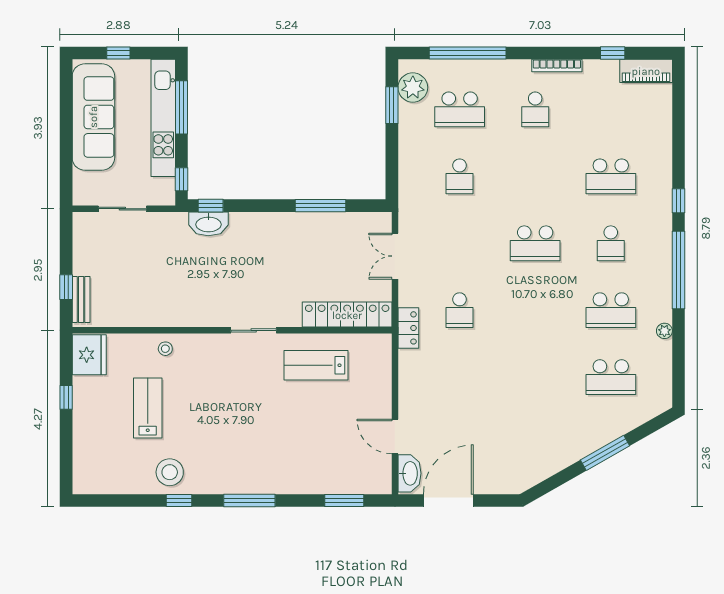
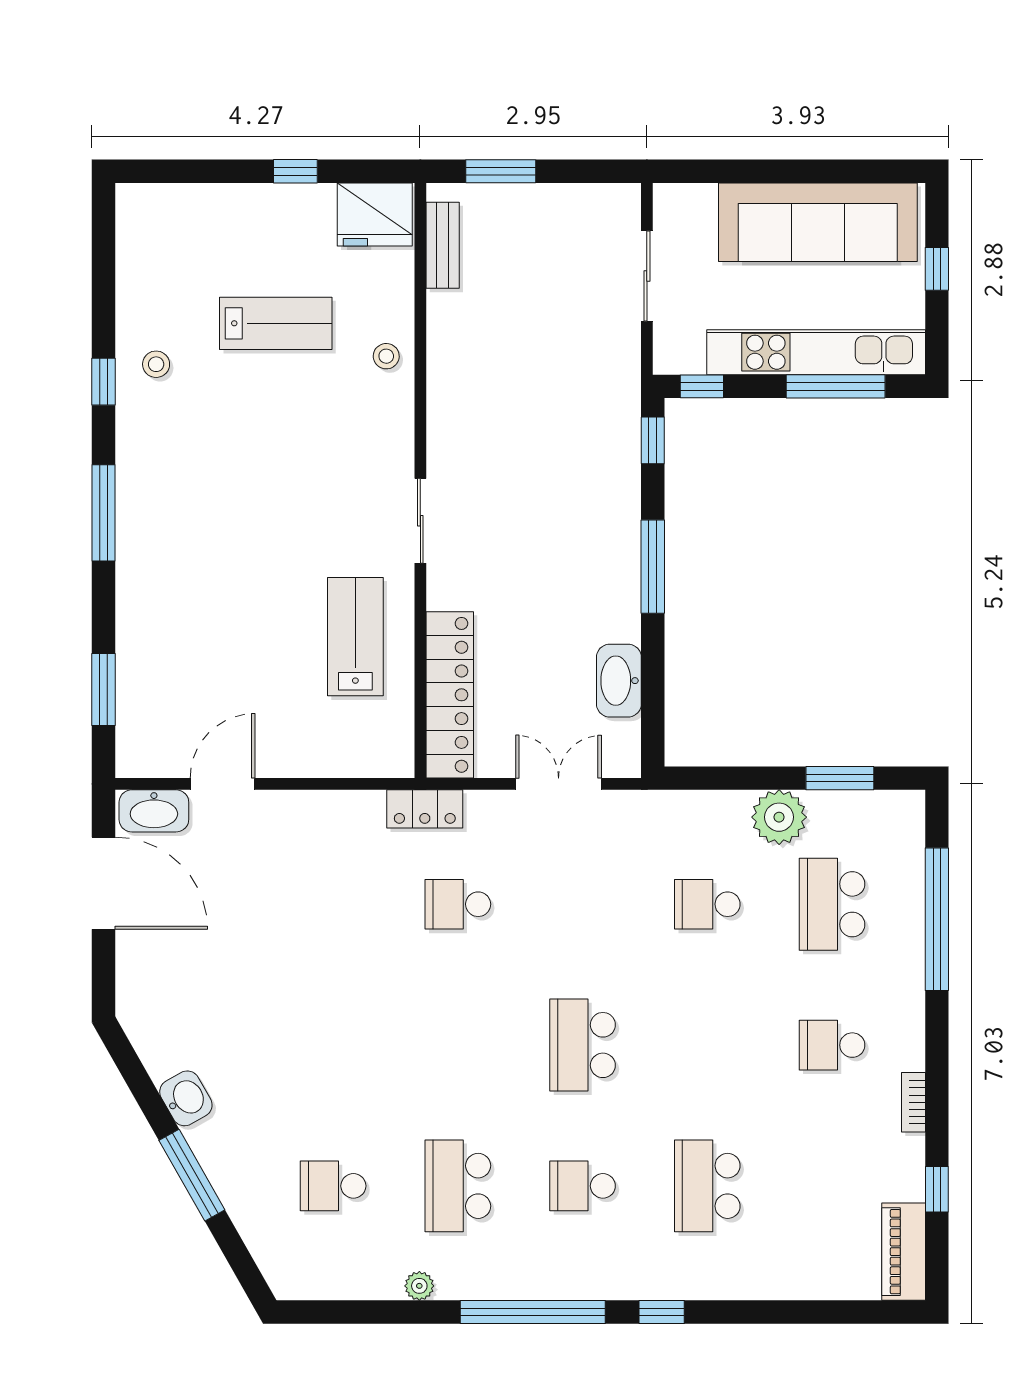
bookcase: (557, 66) -> (914, 1102), width x0.64
plant: (413, 87) -> (779, 817), moved
window: (321, 206) -> (653, 567), moved
washbasin: (208, 224) -> (619, 681), moved
window: (66, 287) -> (501, 171), width x1.50
bench: (81, 300) -> (443, 245), moved, turned 90
school desk: (611, 377) -> (333, 1186), width x0.54
washbasin: (564, 456) -> (186, 1098), added
stool: (170, 472) -> (156, 364), width x0.53, depth x0.53

